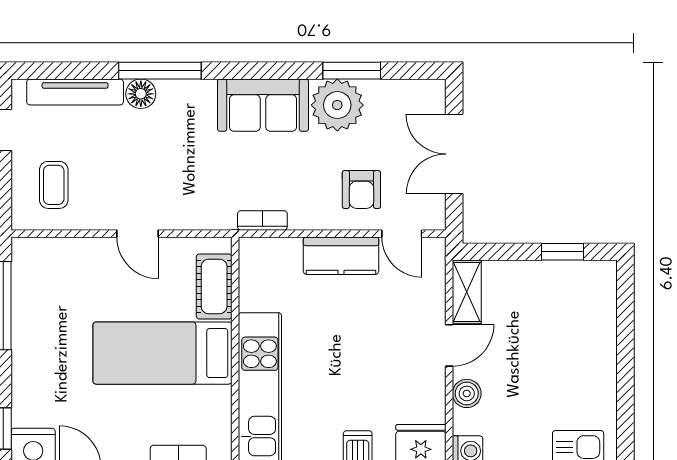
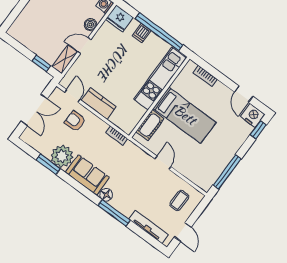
floor lamp: (141, 94) -> (106, 195), moved
armchair: (361, 190) -> (75, 121), turned -90
window: (562, 252) -> (41, 63), moved

